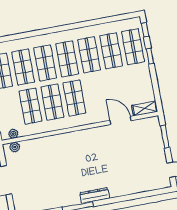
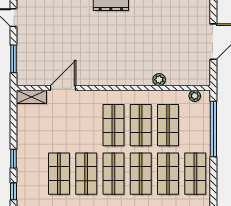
shop shelf: (133, 47) -> (32, 174), removed
door: (121, 120) -> (63, 88), swing flipped
plant: (15, 147) -> (159, 80), moved

